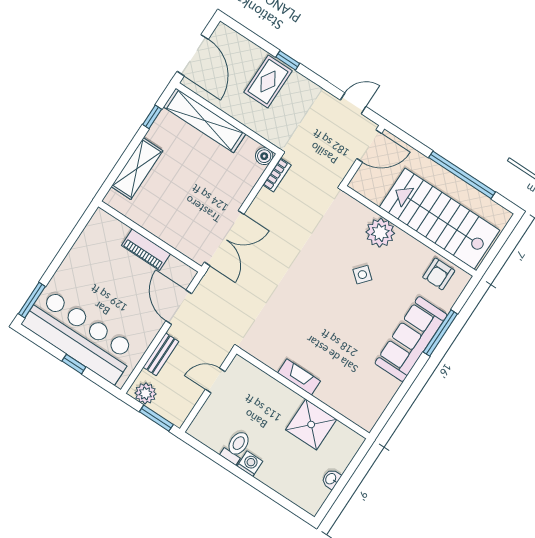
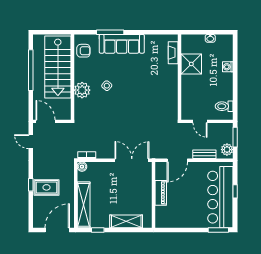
fireplace: (299, 377) -> (173, 53), moved
toilet: (236, 447) -> (224, 106), moved
washing machine: (250, 464) -> (228, 67), moved

